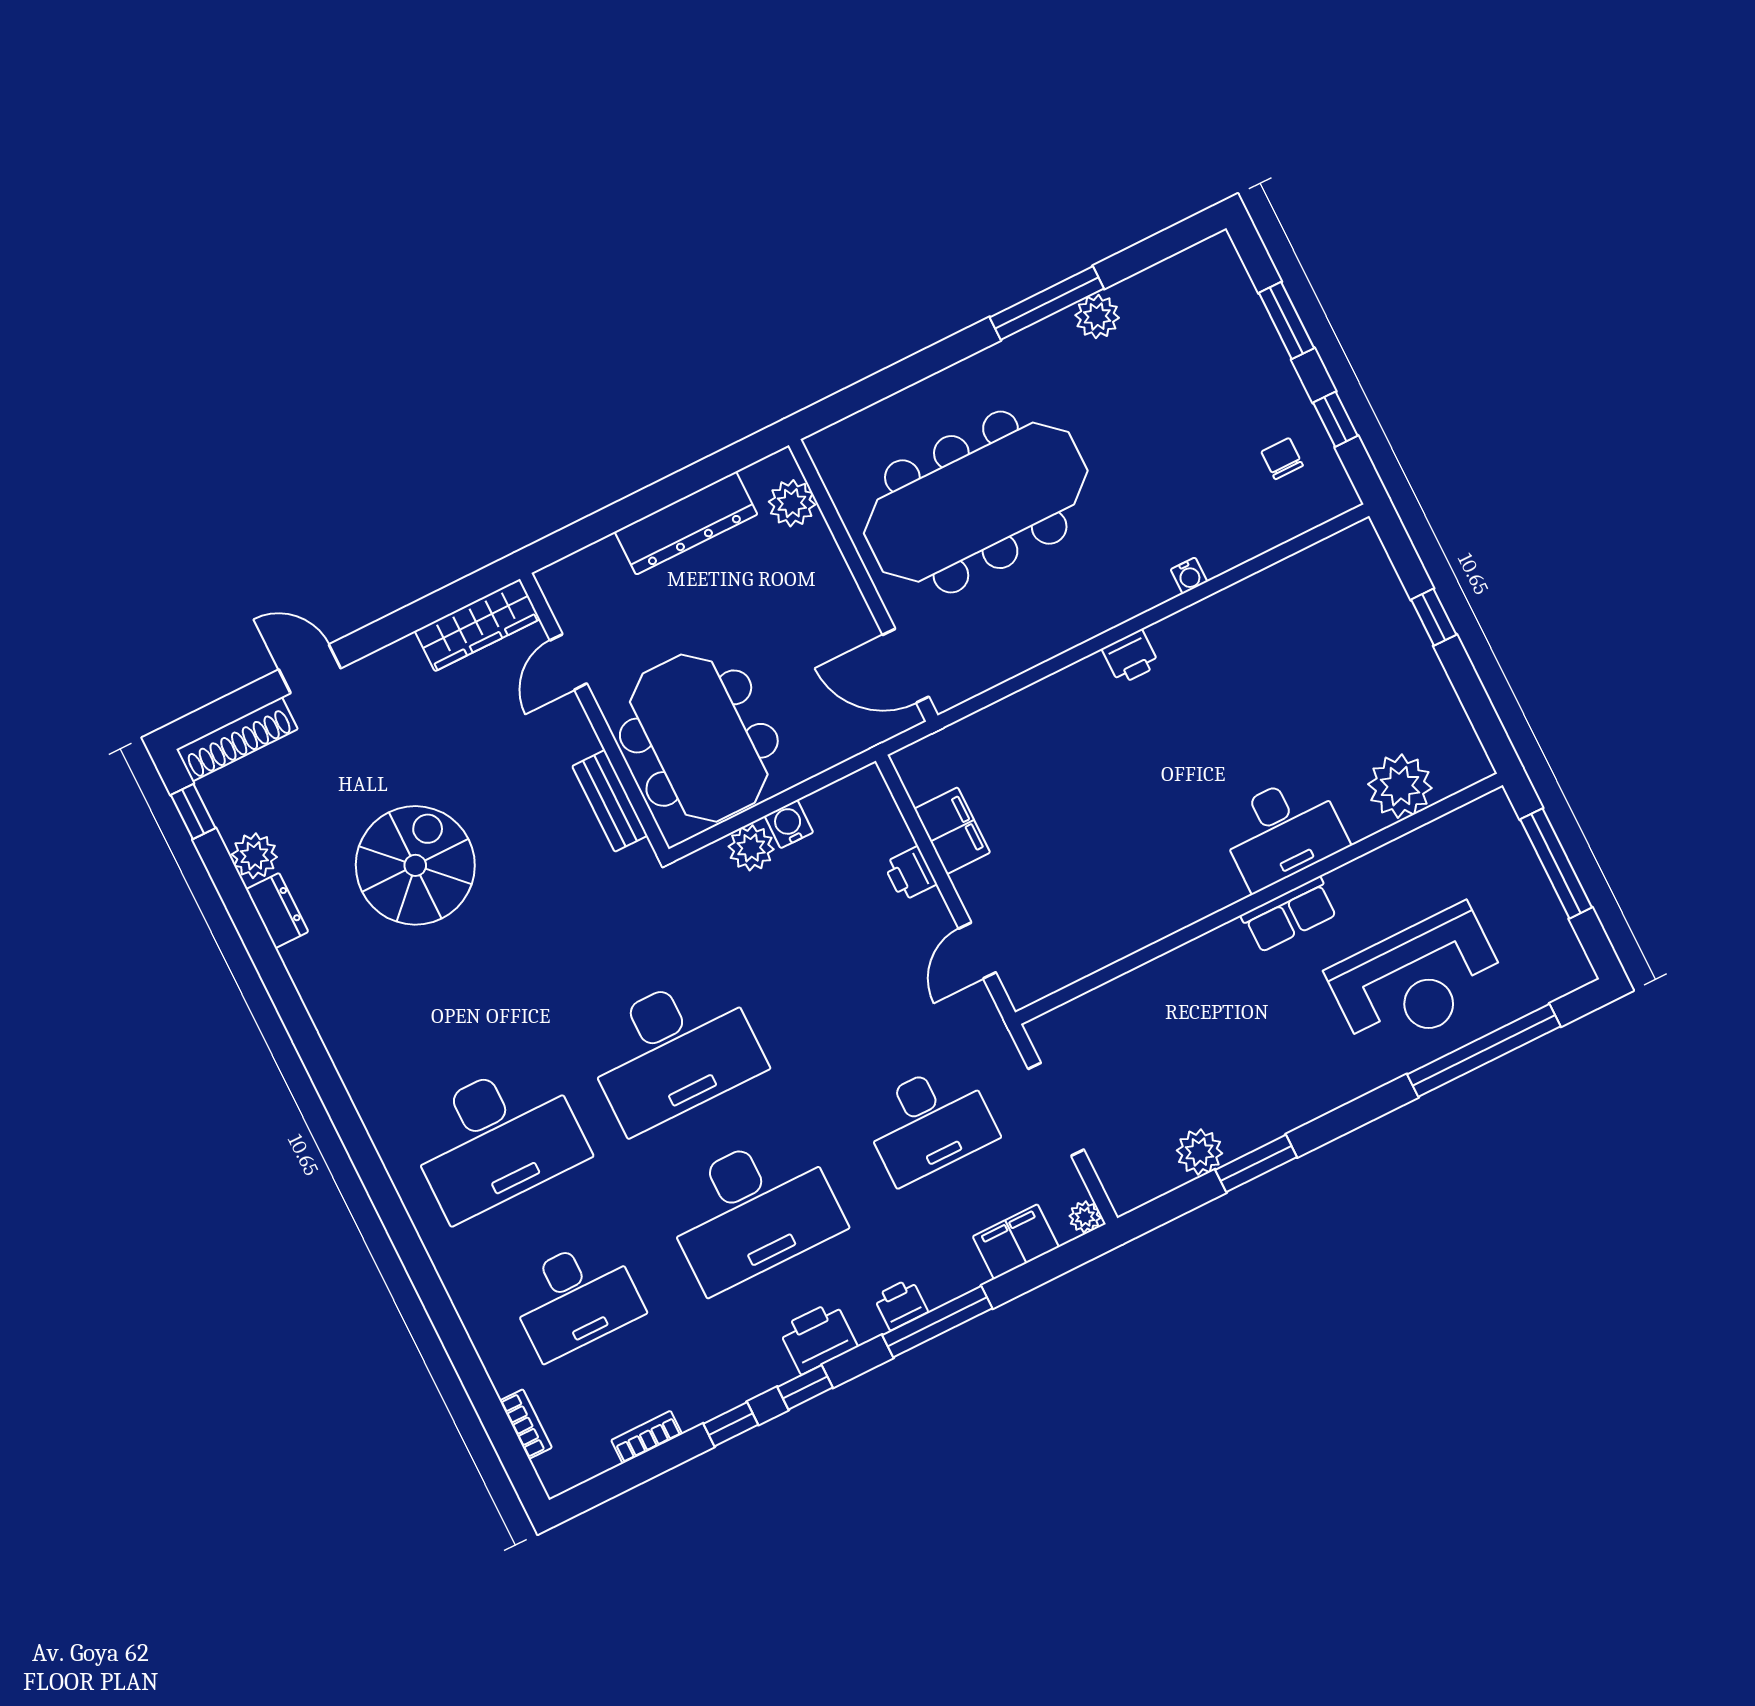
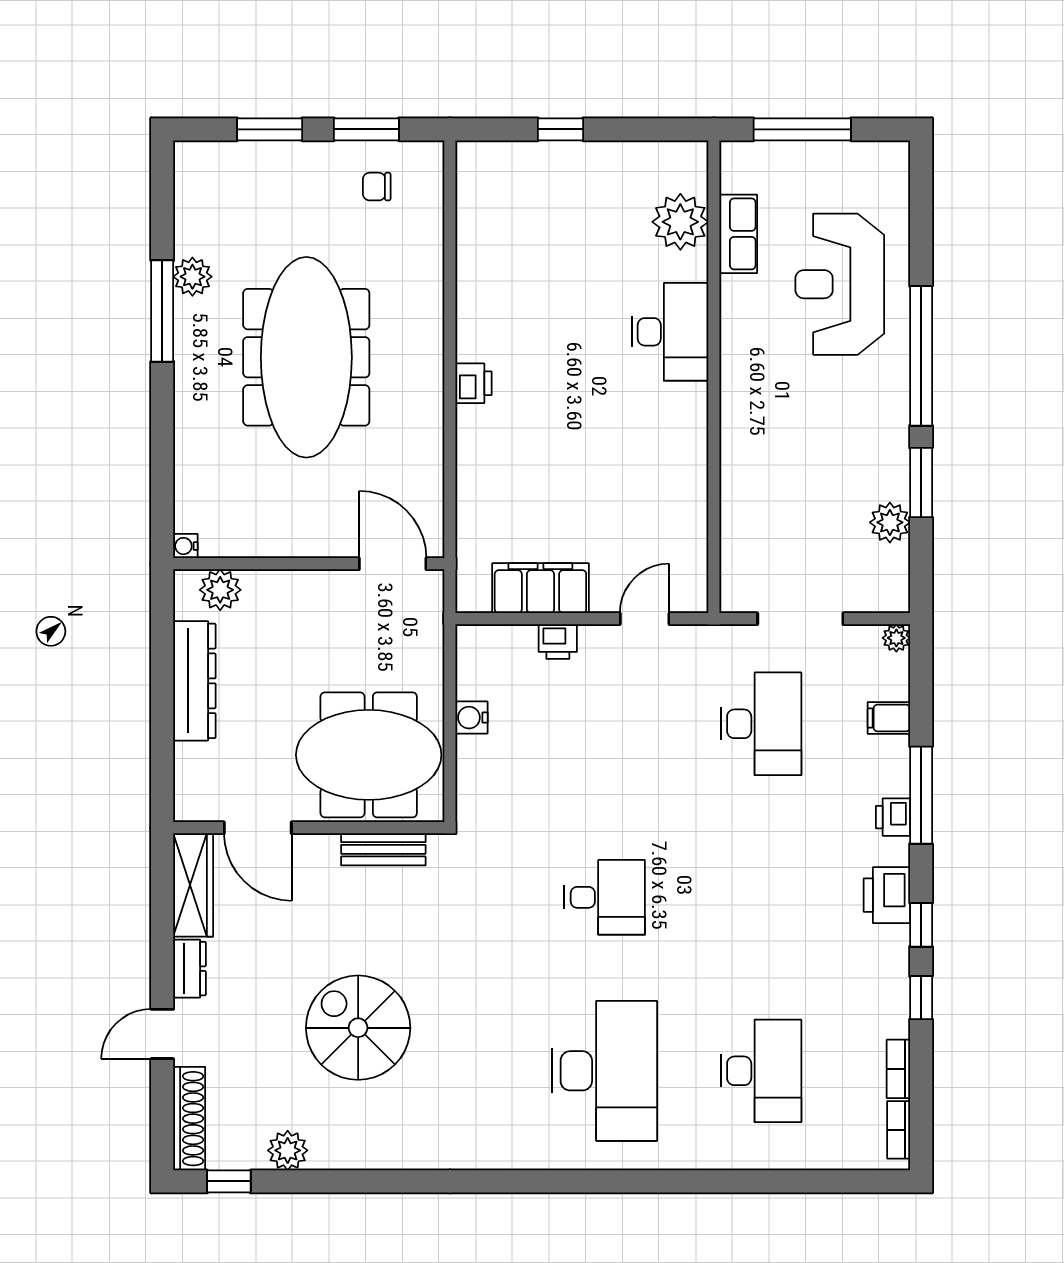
window: (1335, 419) -> (366, 129), width x1.50
meeting table: (976, 502) -> (306, 357), moved
water cooler: (1189, 576) -> (185, 546), moved, turned 180
door: (568, 662) -> (258, 828), width x1.38
door: (906, 666) -> (393, 564), swing flipped
filing cabinet: (952, 831) -> (540, 588), width x1.50, depth x1.17
plant: (751, 848) -> (475, 757), removed
dresser: (277, 911) -> (190, 969), moved, turned 90
row of seats: (1289, 915) -> (738, 234), moved
door: (977, 951) -> (645, 619), swing flipped
reception desk: (1417, 980) -> (840, 284), turned 180
window: (1484, 1050) -> (921, 356), moved
desk: (673, 1051) -> (605, 897), width x0.53, depth x0.77
desk: (752, 1210) -> (761, 897), removed
filing cabinet: (1016, 1242) -> (889, 718), width x0.50
bookcase: (526, 1424) -> (899, 1130), moved, turned -90

